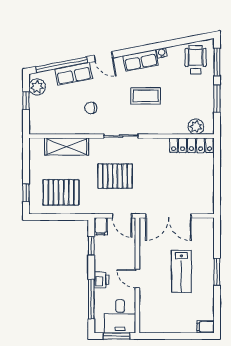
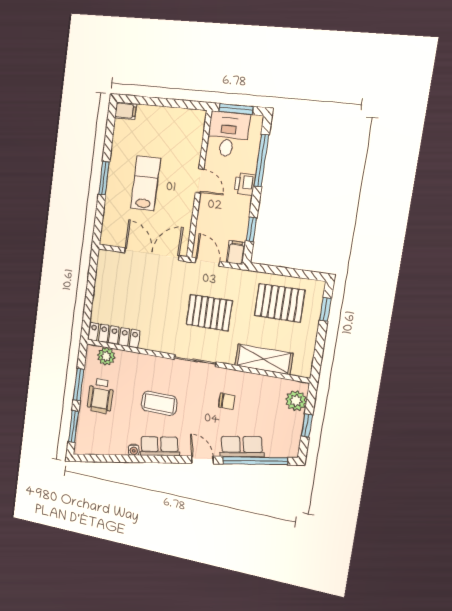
wheelchair: (196, 60) -> (100, 396), moved
plant: (37, 87) -> (296, 401), moved

